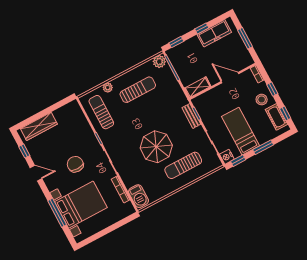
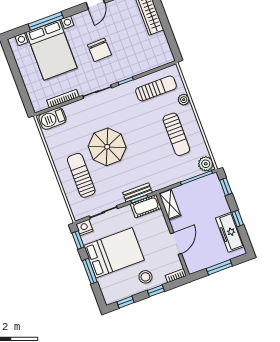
cot: (276, 117) -> (146, 206), moved
bed: (240, 131) -> (114, 253), width x1.50
chair: (75, 164) -> (99, 50), turned 88

